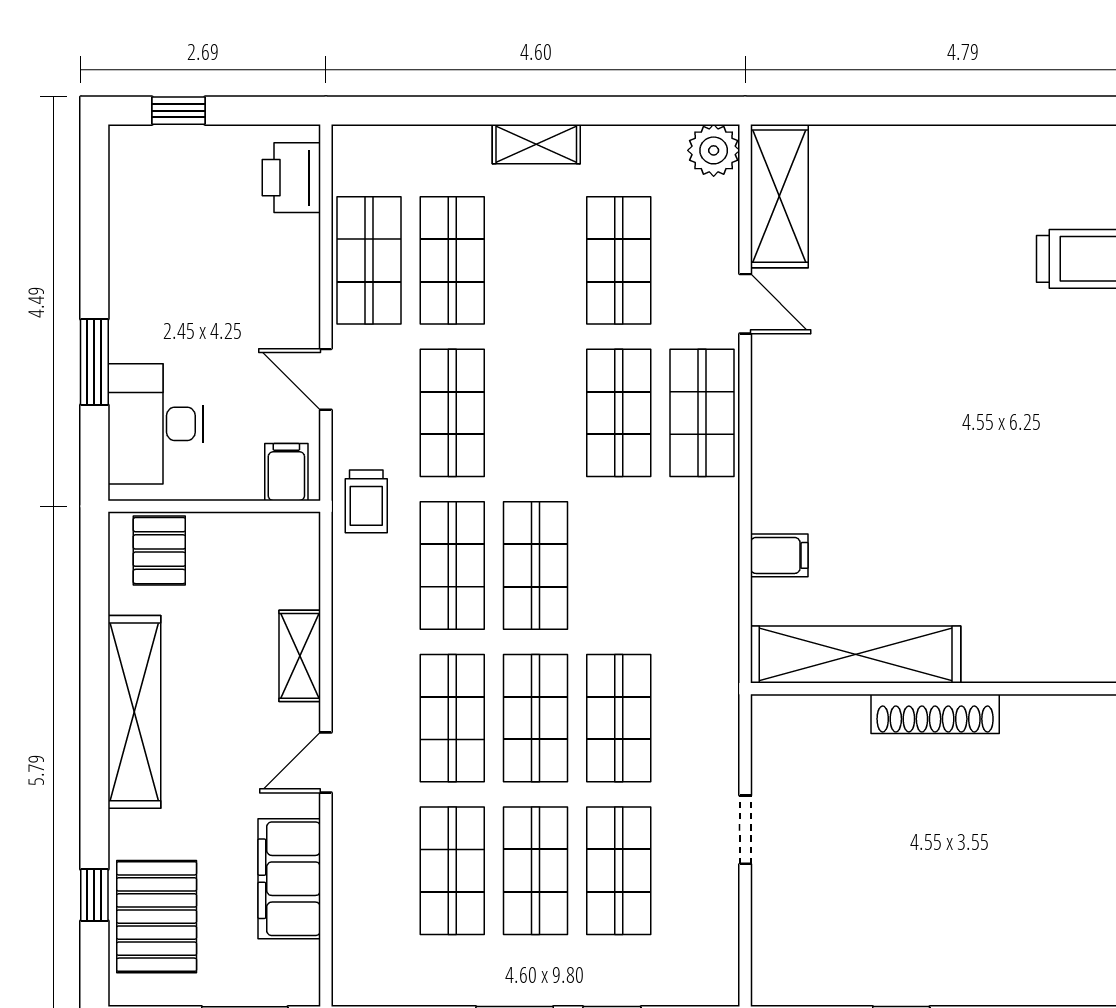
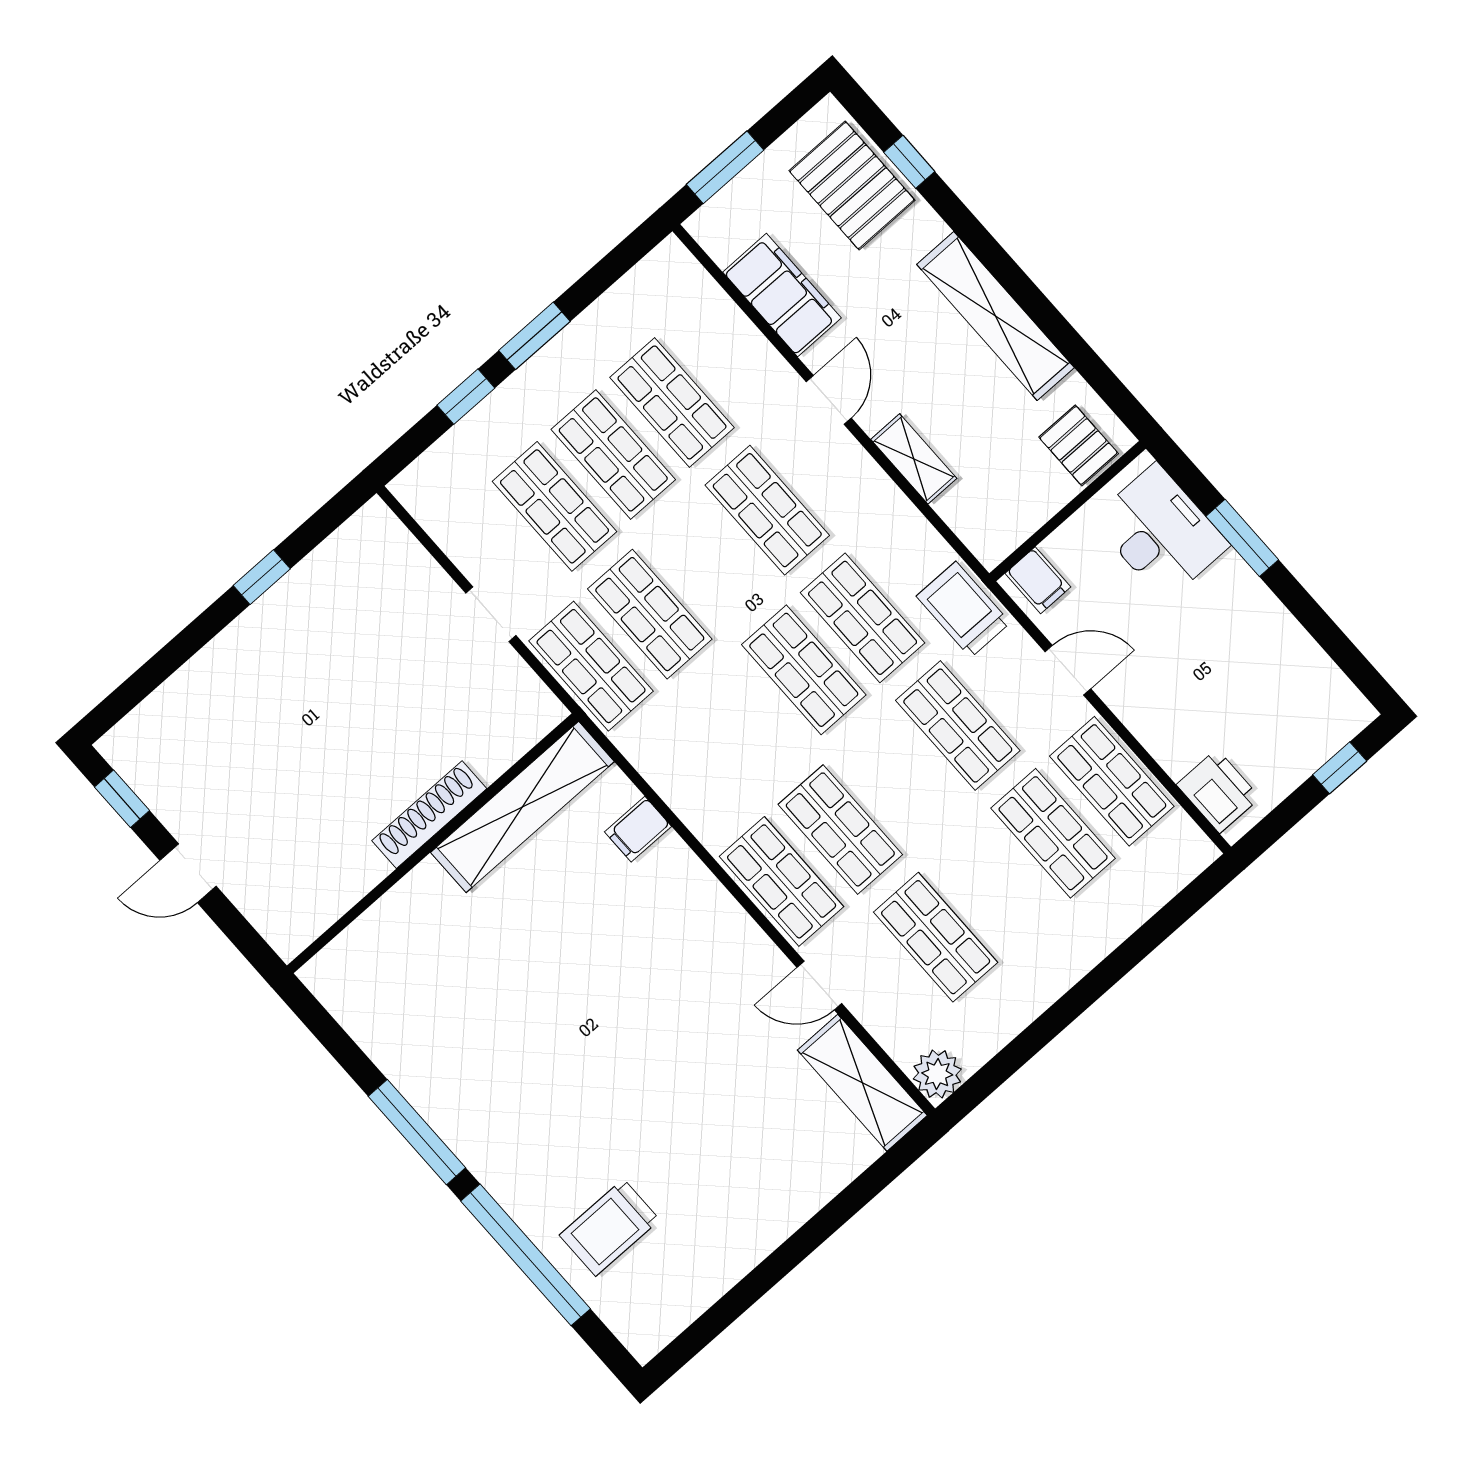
shelving: (536, 144) -> (1066, 968), removed
trolley: (366, 501) -> (963, 609), width x1.36, depth x1.39
shop shelf: (536, 718) -> (591, 666), moved

